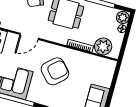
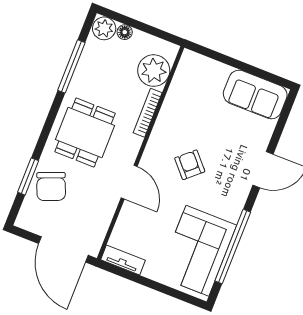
door: (29, 36) -> (129, 182), moved
armchair: (55, 71) -> (190, 165), width x0.53, depth x0.53

